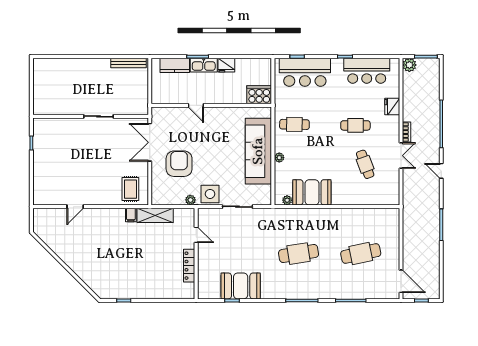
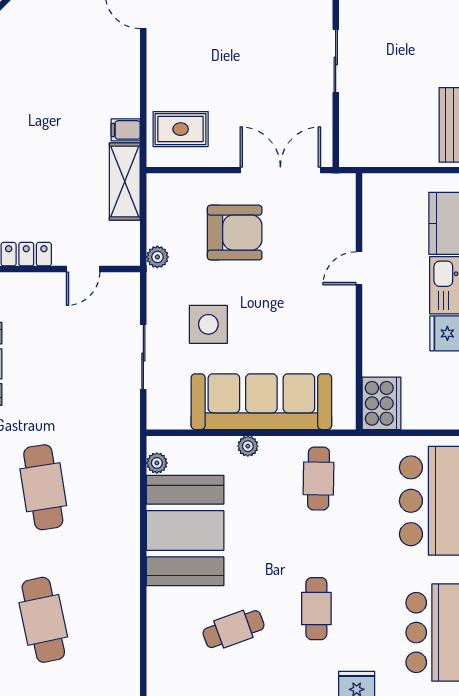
booth: (312, 192) -> (185, 531), width x1.36, depth x1.42
side table: (210, 194) -> (208, 324), moved

